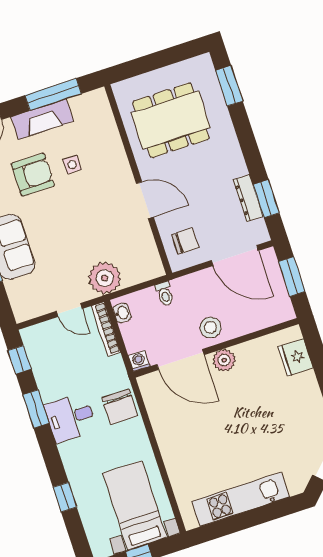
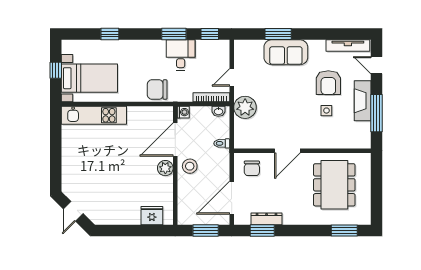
desk: (71, 417) -> (181, 55), moved
kitchen unit: (241, 499) -> (94, 115), moved, turned 90

